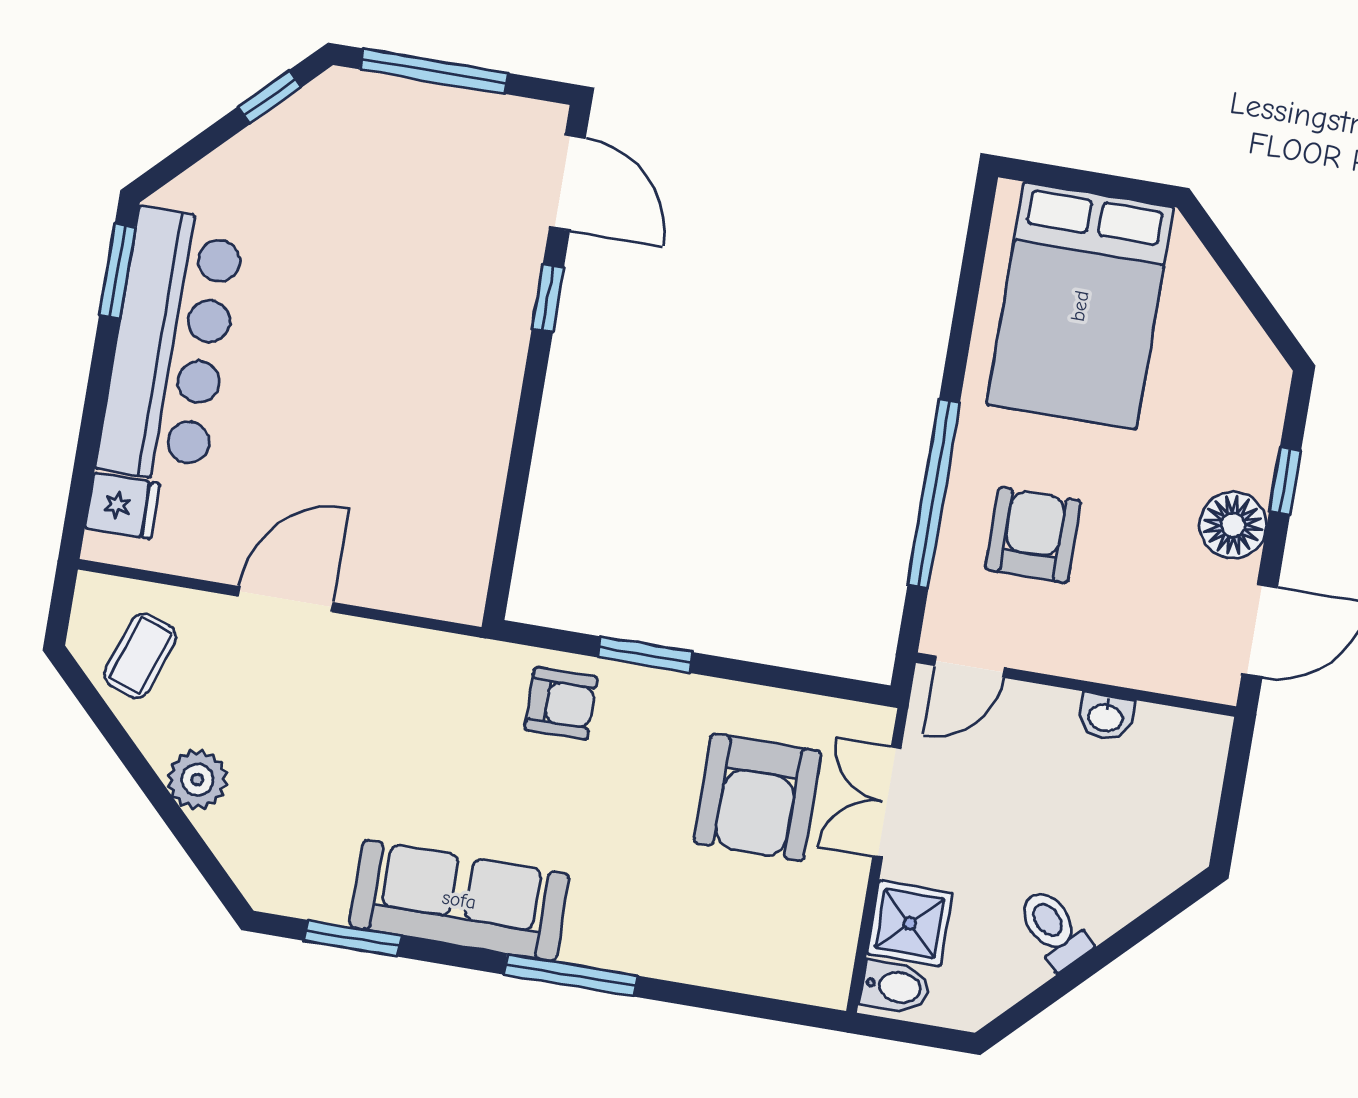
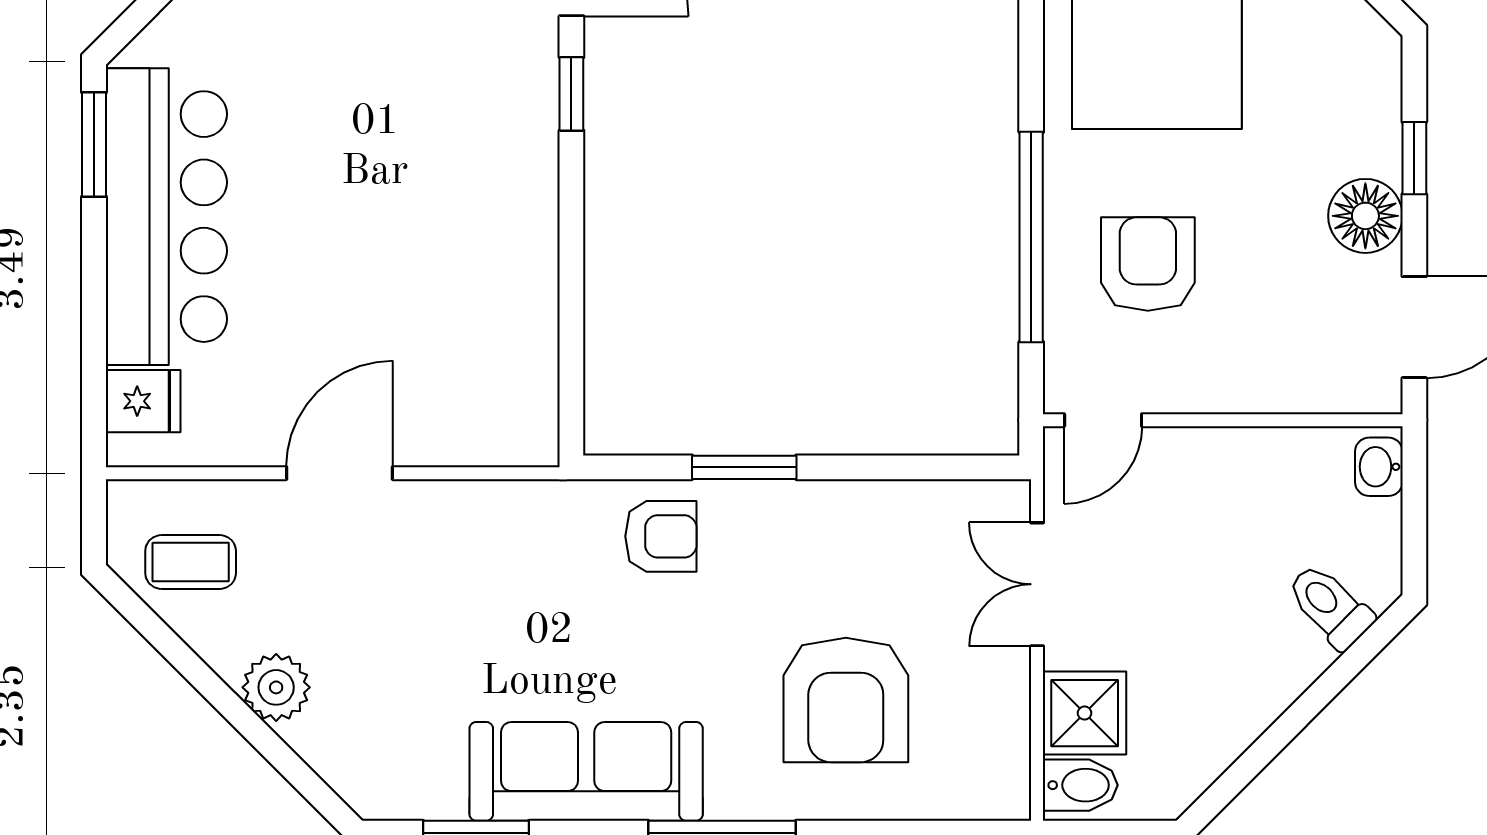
coffee table: (140, 656) -> (191, 562), turned 71
washbasin: (1106, 717) -> (1379, 467), moved, turned 90
armchair: (758, 797) -> (846, 700), moved
toilet: (1054, 929) -> (1330, 606), moved

